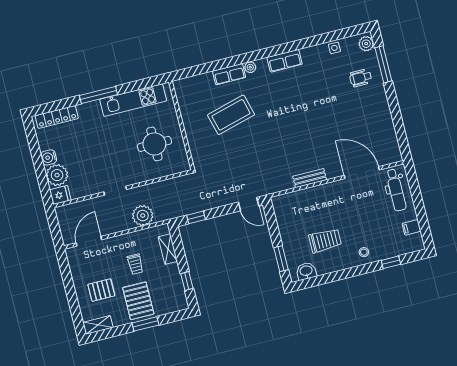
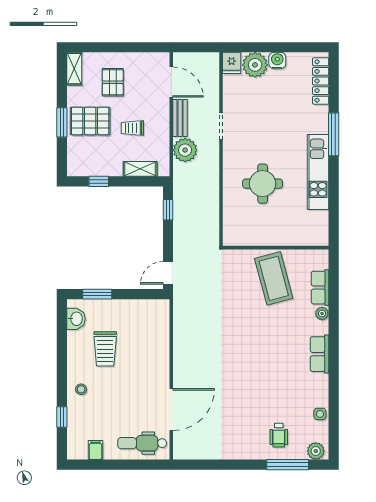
wheelchair: (361, 78) -> (279, 435), turned 180
wall: (182, 126) -> (276, 248), moved
bench: (310, 178) -> (180, 118), moved

